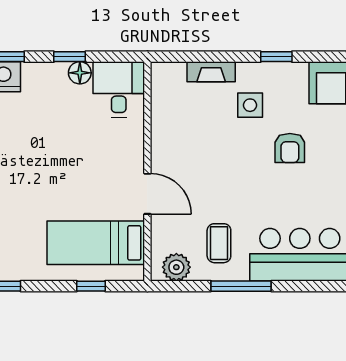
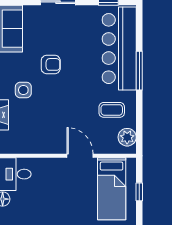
door: (147, 194) -> (80, 156), hinge flipped
window: (241, 286) -> (139, 71), moved

